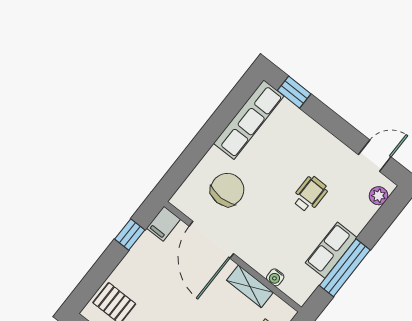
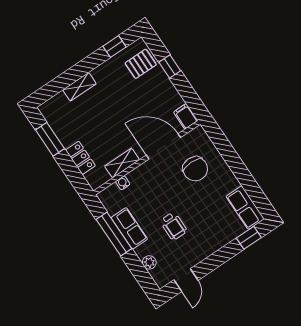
row of seats: (249, 120) -> (245, 208), width x0.68
plant: (378, 196) -> (149, 262), moved
window: (130, 234) -> (170, 67), moved

